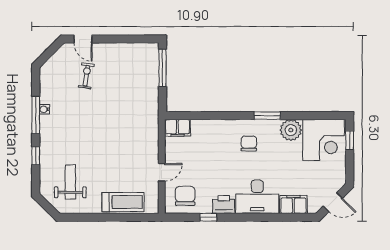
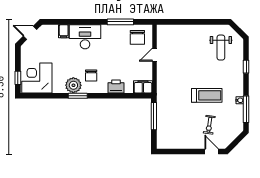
window: (162, 68) -> (154, 116), moved
window: (36, 115) -> (246, 109), moved
plant: (291, 130) -> (73, 85), moved
treadmill: (123, 202) -> (207, 95), moved, turned 180
filing cabinet: (293, 204) -> (64, 31), width x0.50
printer: (224, 205) -> (116, 87), moved, turned 180
window: (208, 217) -> (120, 22), width x2.17

